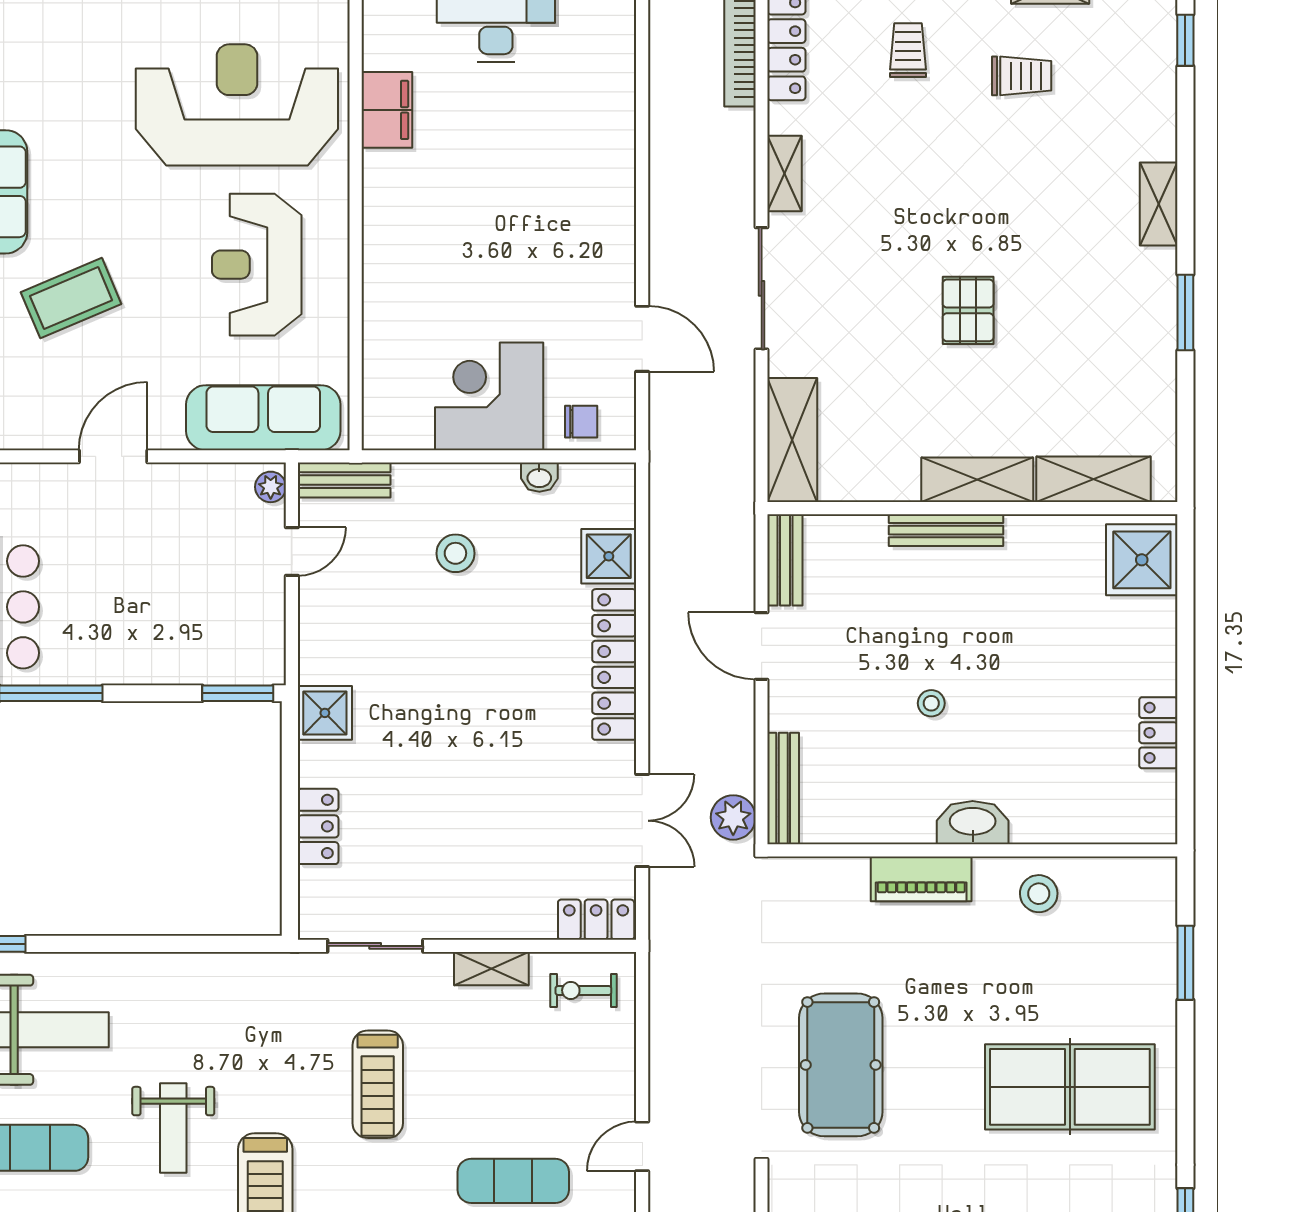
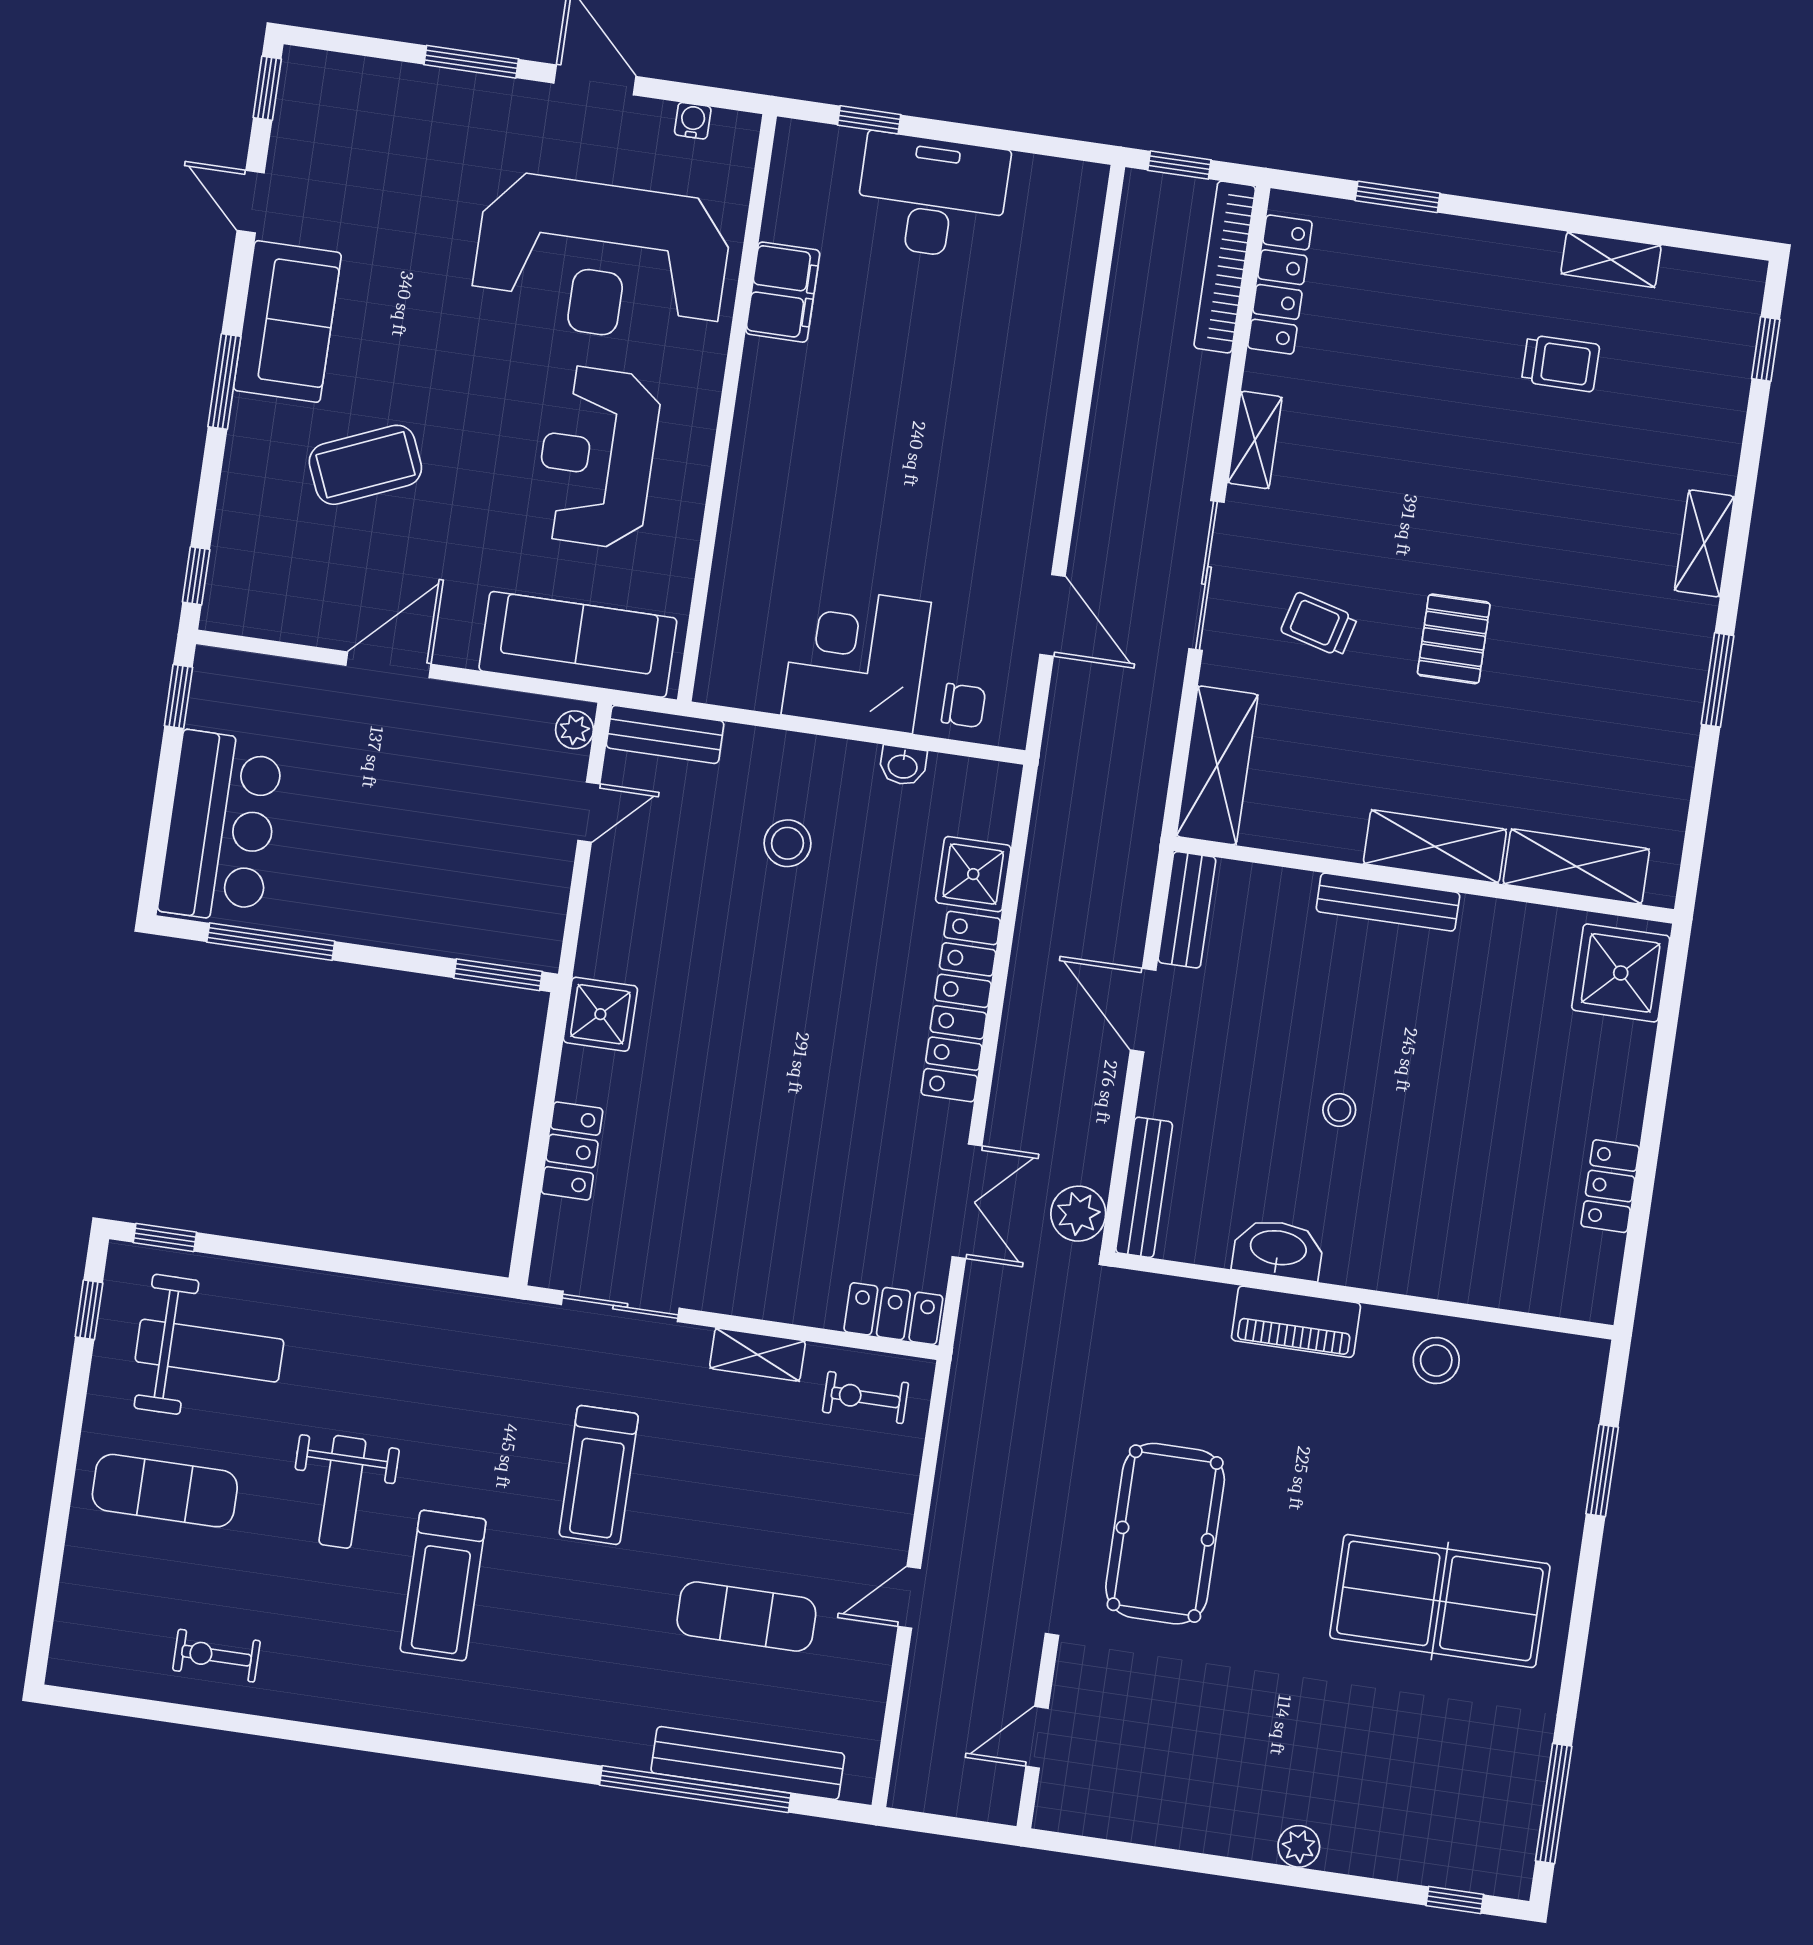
trolley: (908, 50) -> (1319, 625), moved, turned -75
reception desk: (237, 105) -> (601, 259), turned 180
washbasin: (973, 823) -> (1278, 1249), moved

